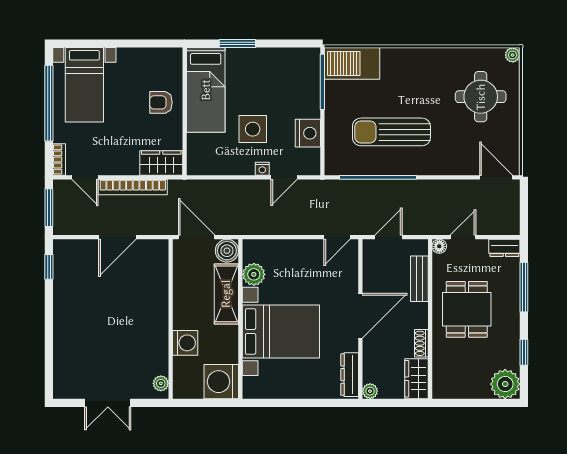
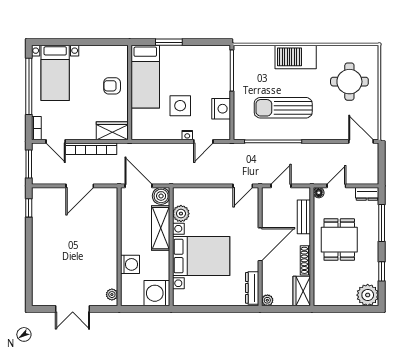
plant: (513, 55) -> (373, 51), removed
barbecue: (352, 63) -> (296, 57), moved
shoe rack: (421, 343) -> (305, 260), width x1.43

